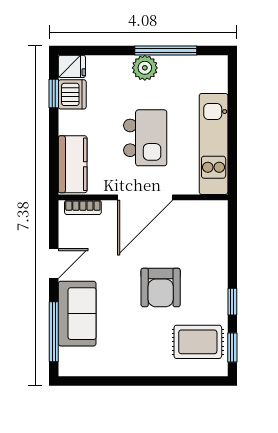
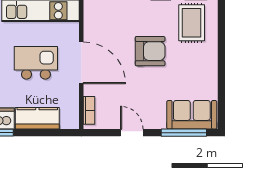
kitchen counter: (73, 164) -> (37, 118), moved
sofa: (77, 314) -> (192, 115), moved

